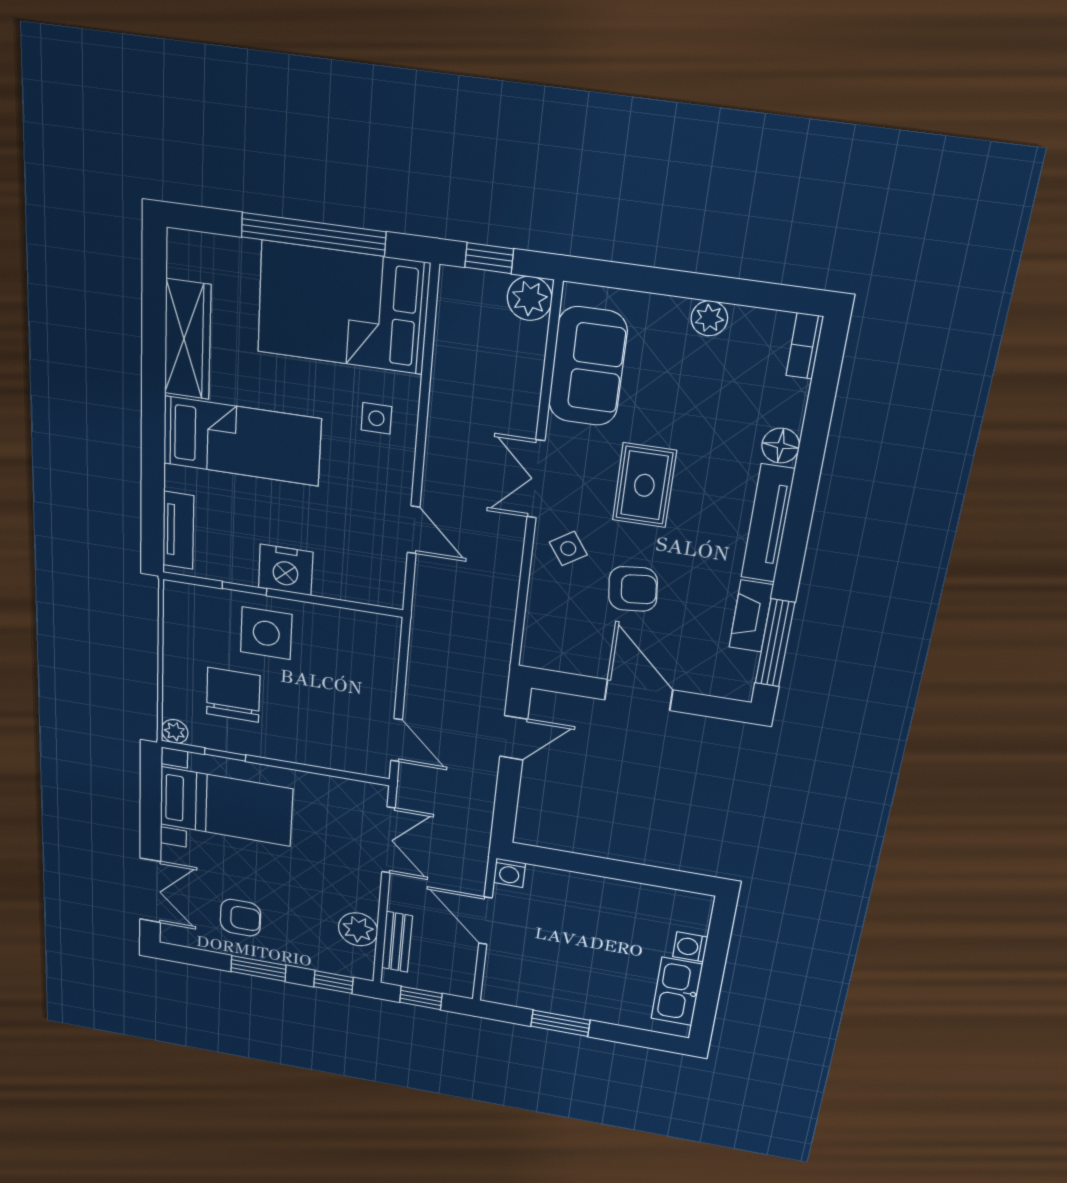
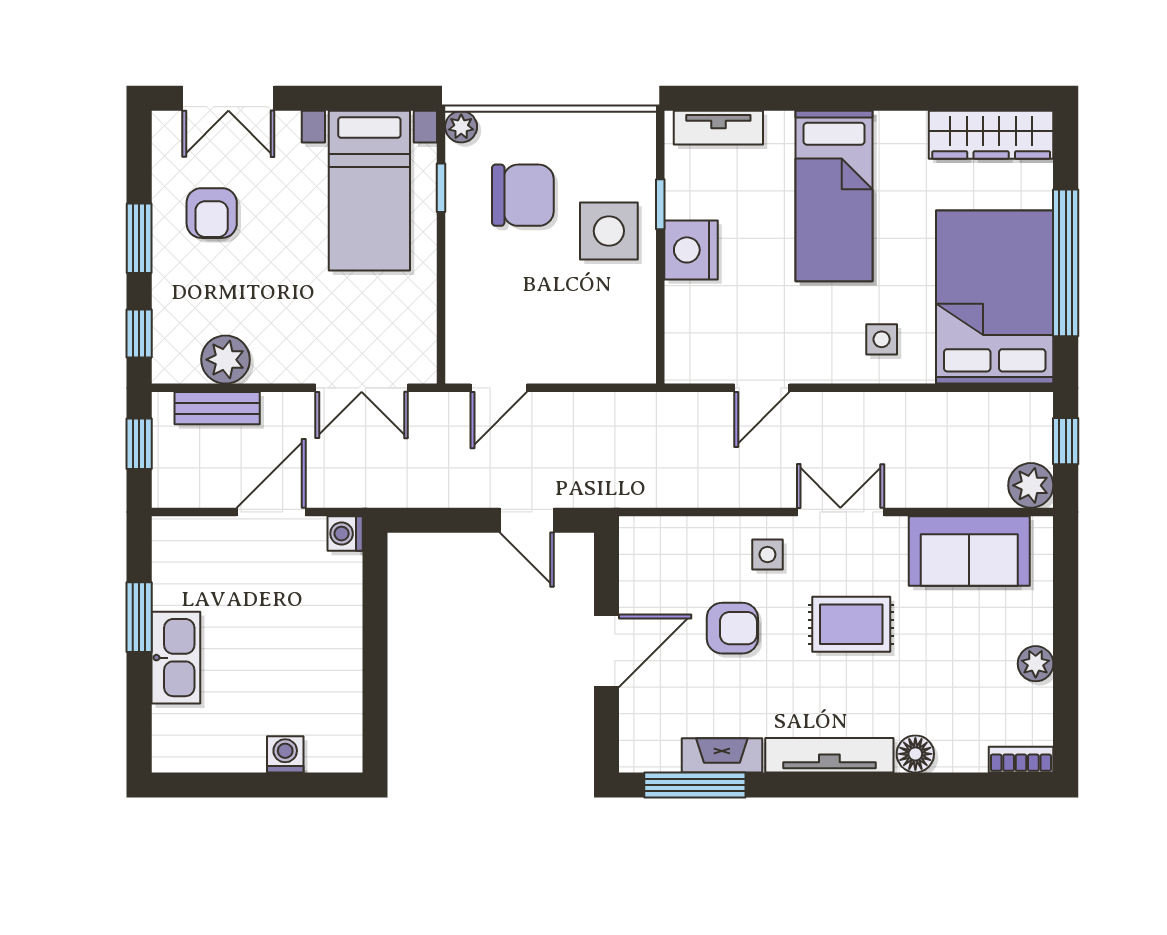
wardrobe: (188, 339) -> (991, 135), moved
side table: (568, 549) -> (767, 554), turned 34
armchair: (633, 589) -> (732, 628), turned -84
kitchen sink: (677, 991) -> (176, 658), moved, turned 90

